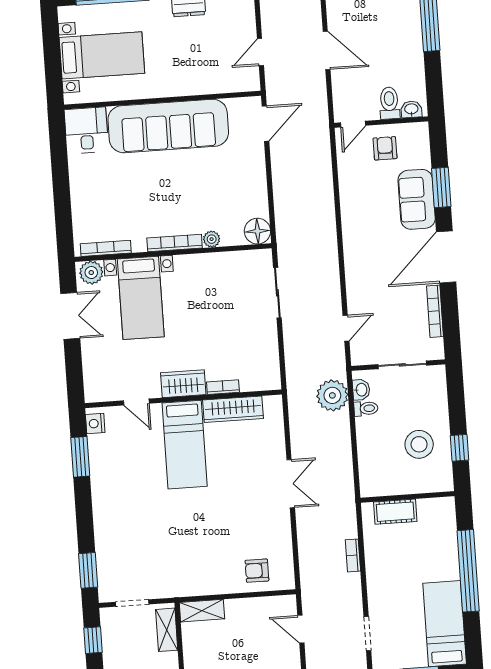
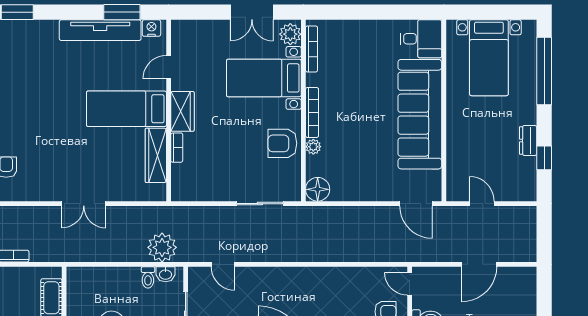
armchair: (210, 273) -> (282, 143), added
tv unit: (101, 479) -> (100, 30), added

